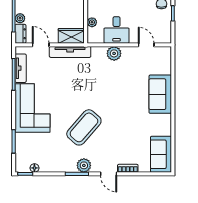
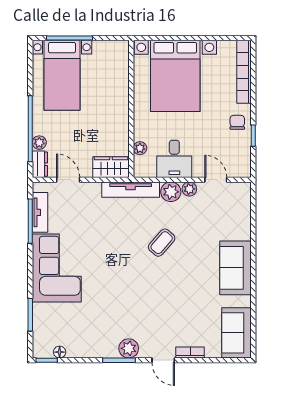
plant: (127, 51) -> (189, 189), added
tv unit: (70, 52) -> (131, 190), moved
sofa: (160, 94) -> (236, 268), moved
coffee table: (84, 127) -> (162, 243), moved, width x0.54, depth x0.58

